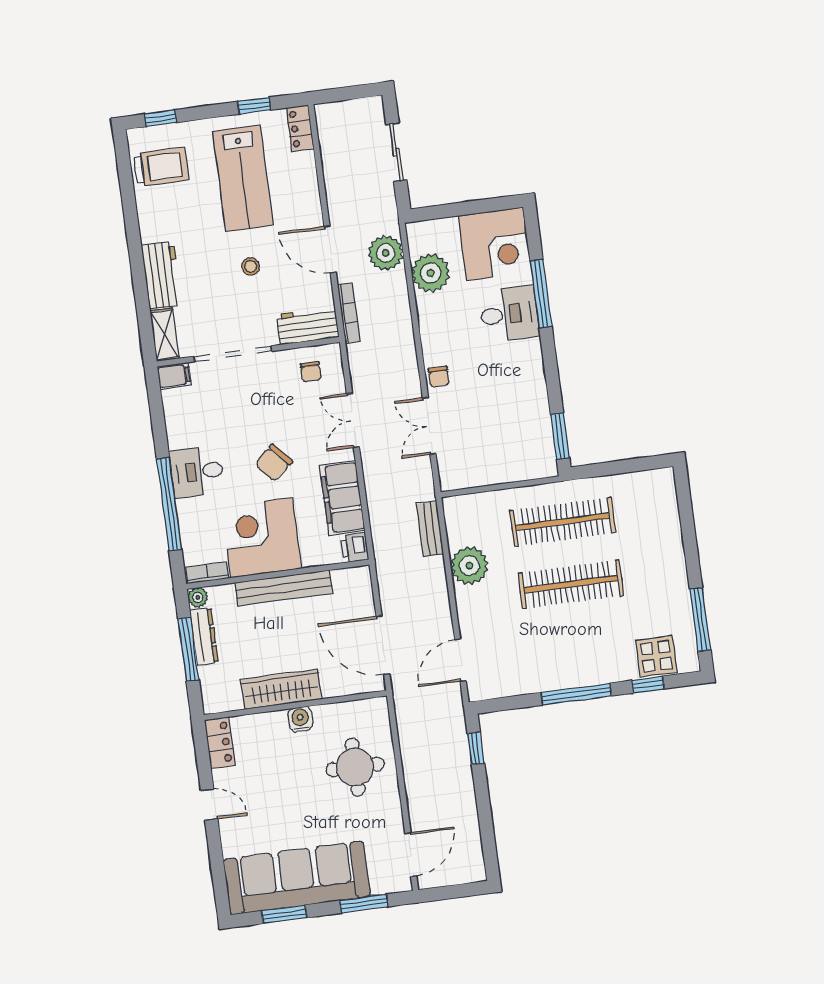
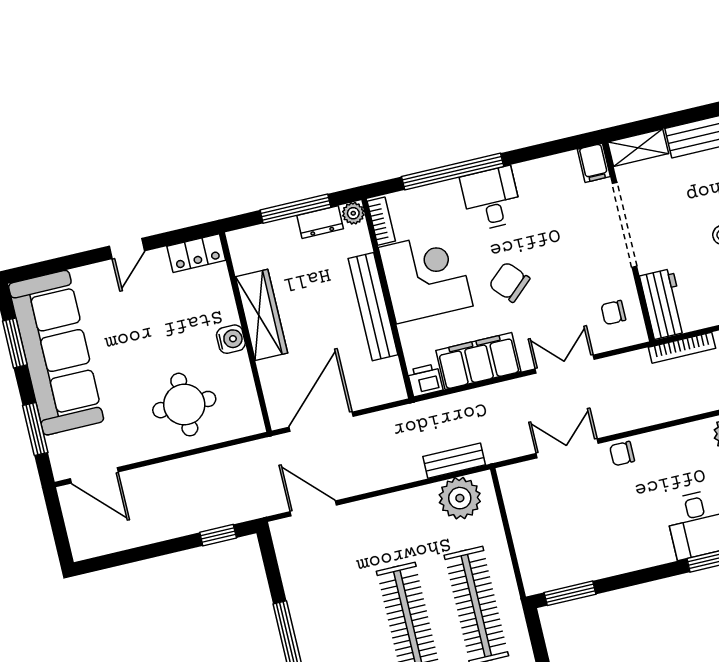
plant: (469, 566) -> (460, 498), moved
dresser: (204, 636) -> (320, 222), width x0.70

